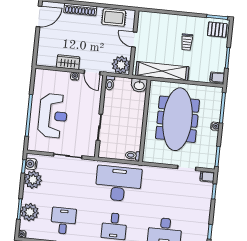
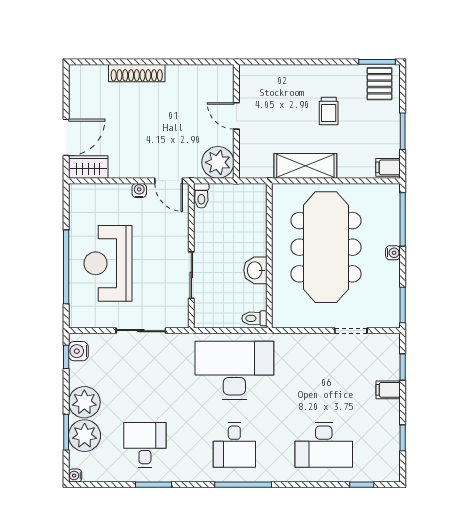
door: (39, 16) -> (66, 137), moved
rug: (114, 18) -> (197, 81), removed
pallet: (217, 30) -> (380, 84), turned 90
wardrobe: (68, 62) -> (88, 167), moved
shelving: (162, 71) -> (305, 166), width x0.68
washbasin: (139, 85) -> (255, 270), moved, turned 90
reception desk: (53, 116) -> (108, 263), turned 180
filing cabinet: (207, 177) -> (388, 390), moved
plant: (33, 180) -> (84, 402), moved

